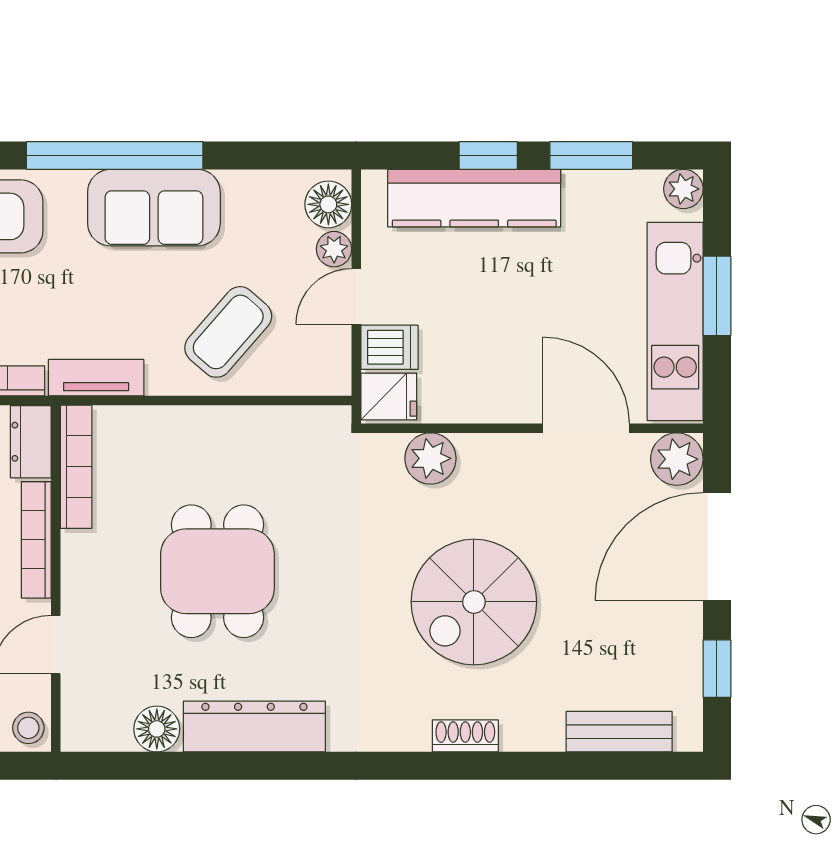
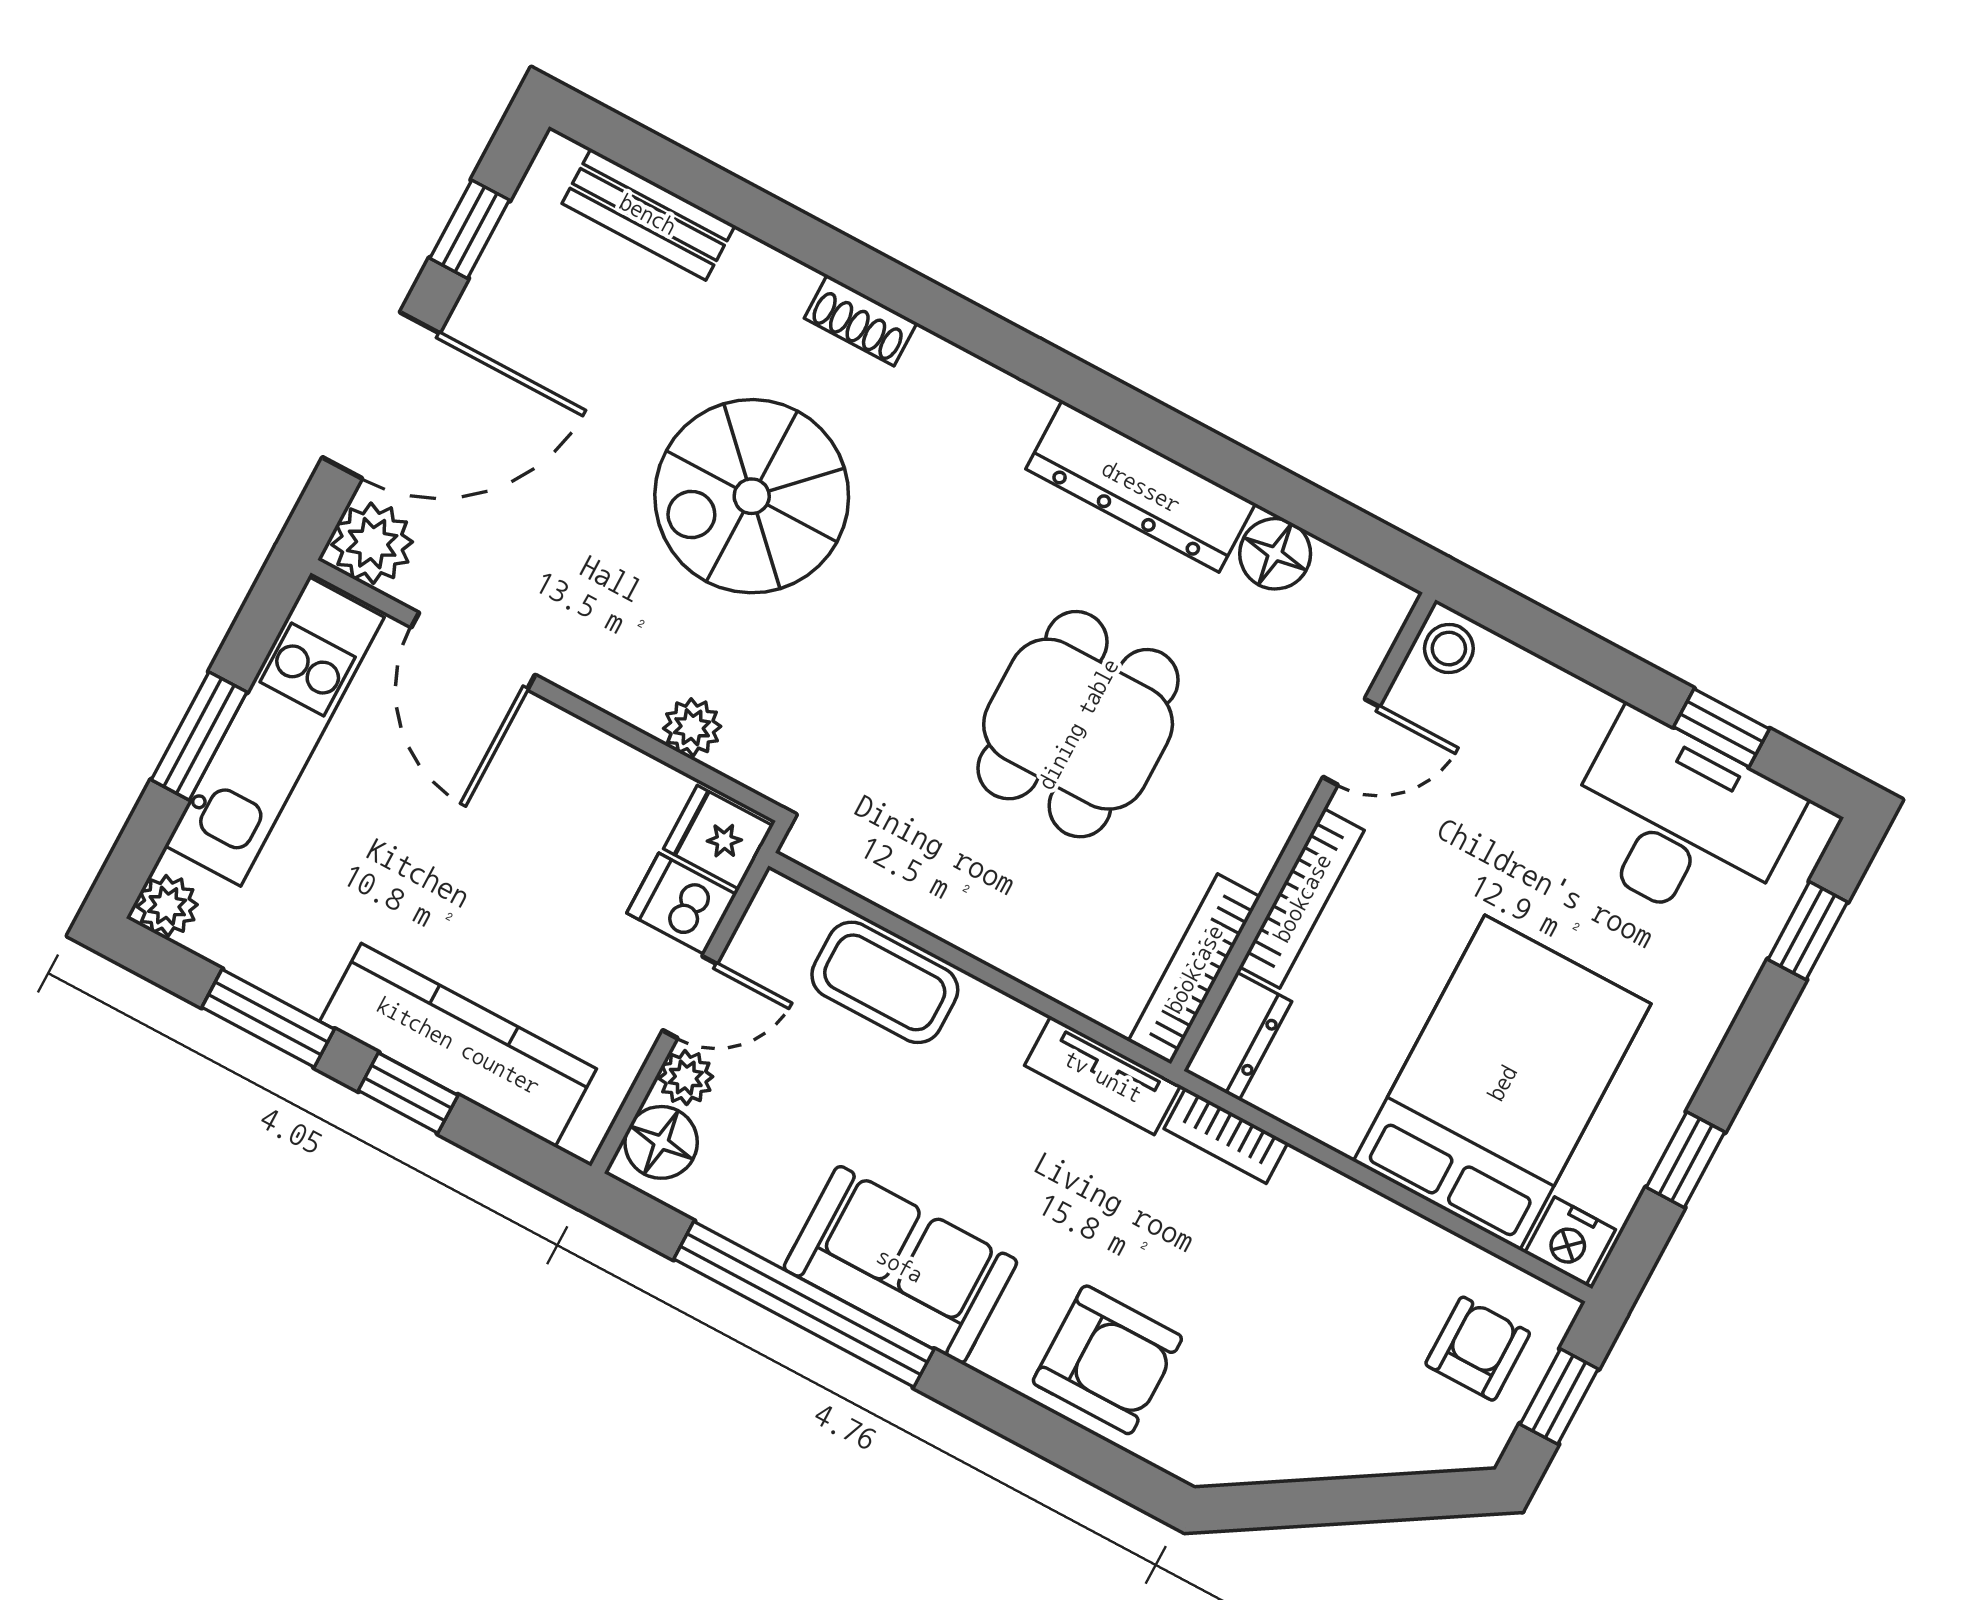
window: (115, 155) -> (804, 1304), moved
coffee table: (228, 332) -> (885, 982), moved, turned 49
plant: (430, 458) -> (692, 727), width x0.73, depth x0.73
spiral stairs: (474, 602) -> (752, 496), turned 180

